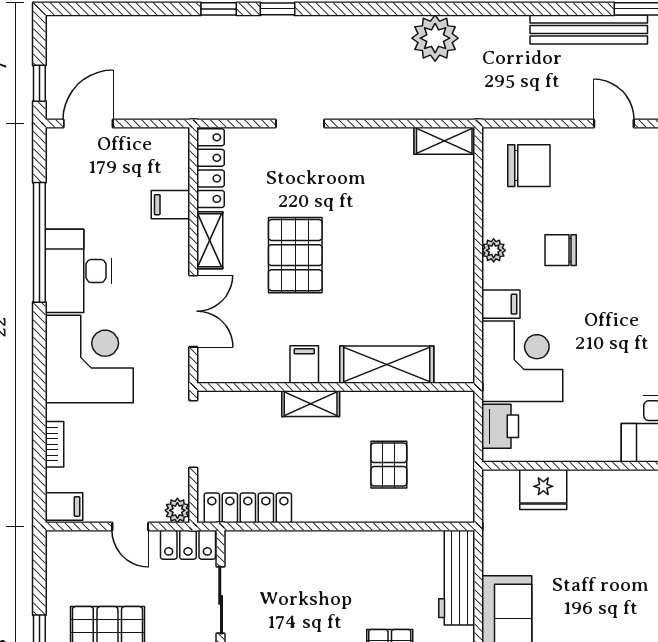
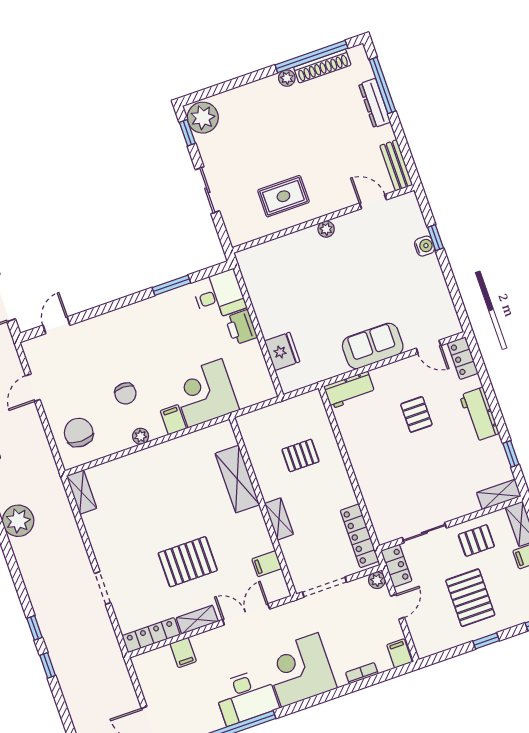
filing cabinet: (304, 365) -> (267, 564), moved
printer: (500, 426) -> (241, 327), moved, turned -90
workbench: (457, 578) -> (349, 390), width x0.73

